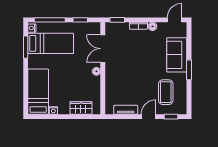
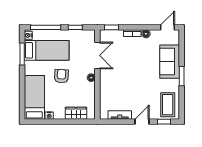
double door: (103, 49) -> (97, 55), swing flipped
armchair: (66, 70) -> (61, 76), added
coffee table: (166, 92) -> (168, 105), moved

